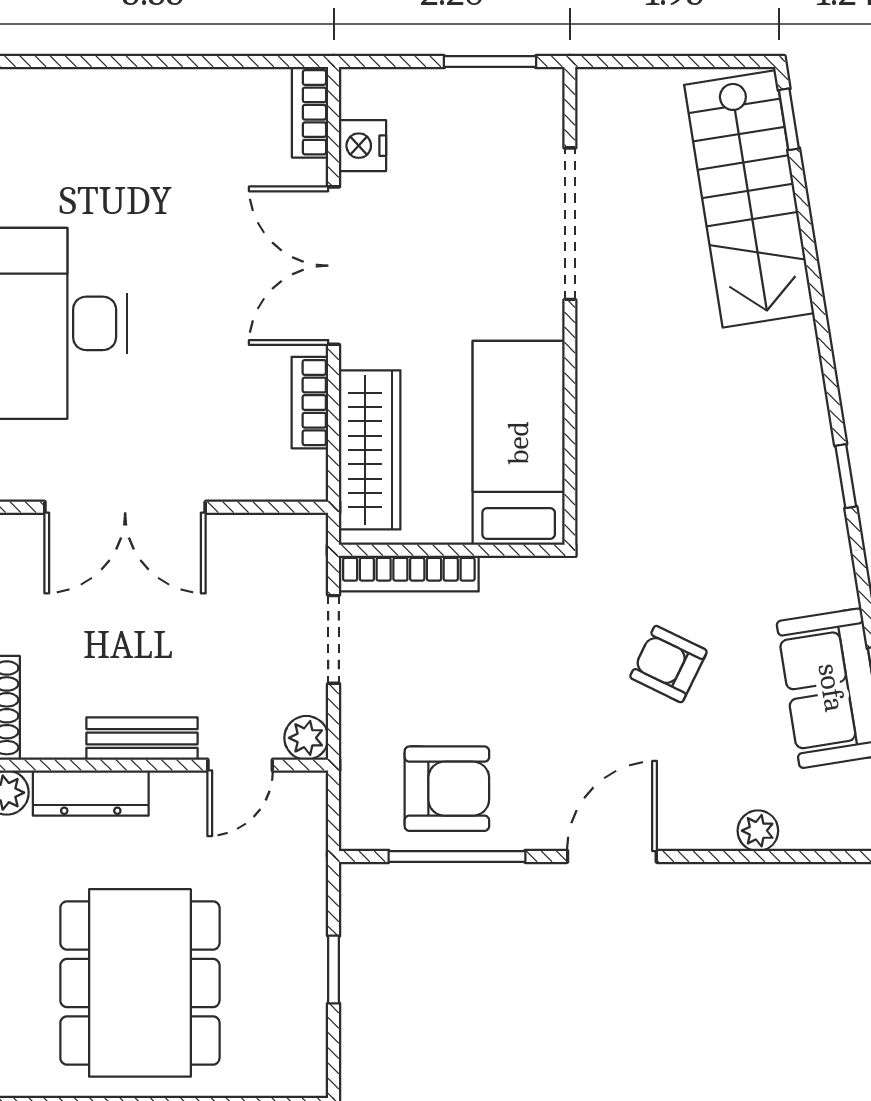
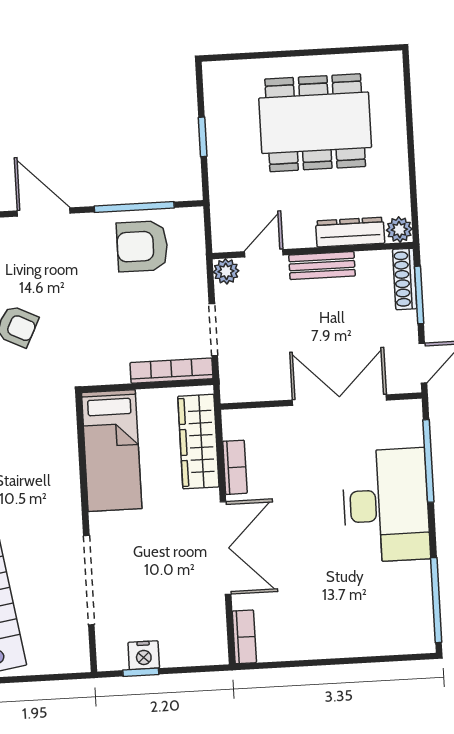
window: (490, 62) -> (141, 672), width x0.67
nightstand: (362, 146) -> (144, 655), moved, turned 90
door: (612, 856) -> (44, 212), swing flipped
dining table: (140, 983) -> (315, 123), turned 90

